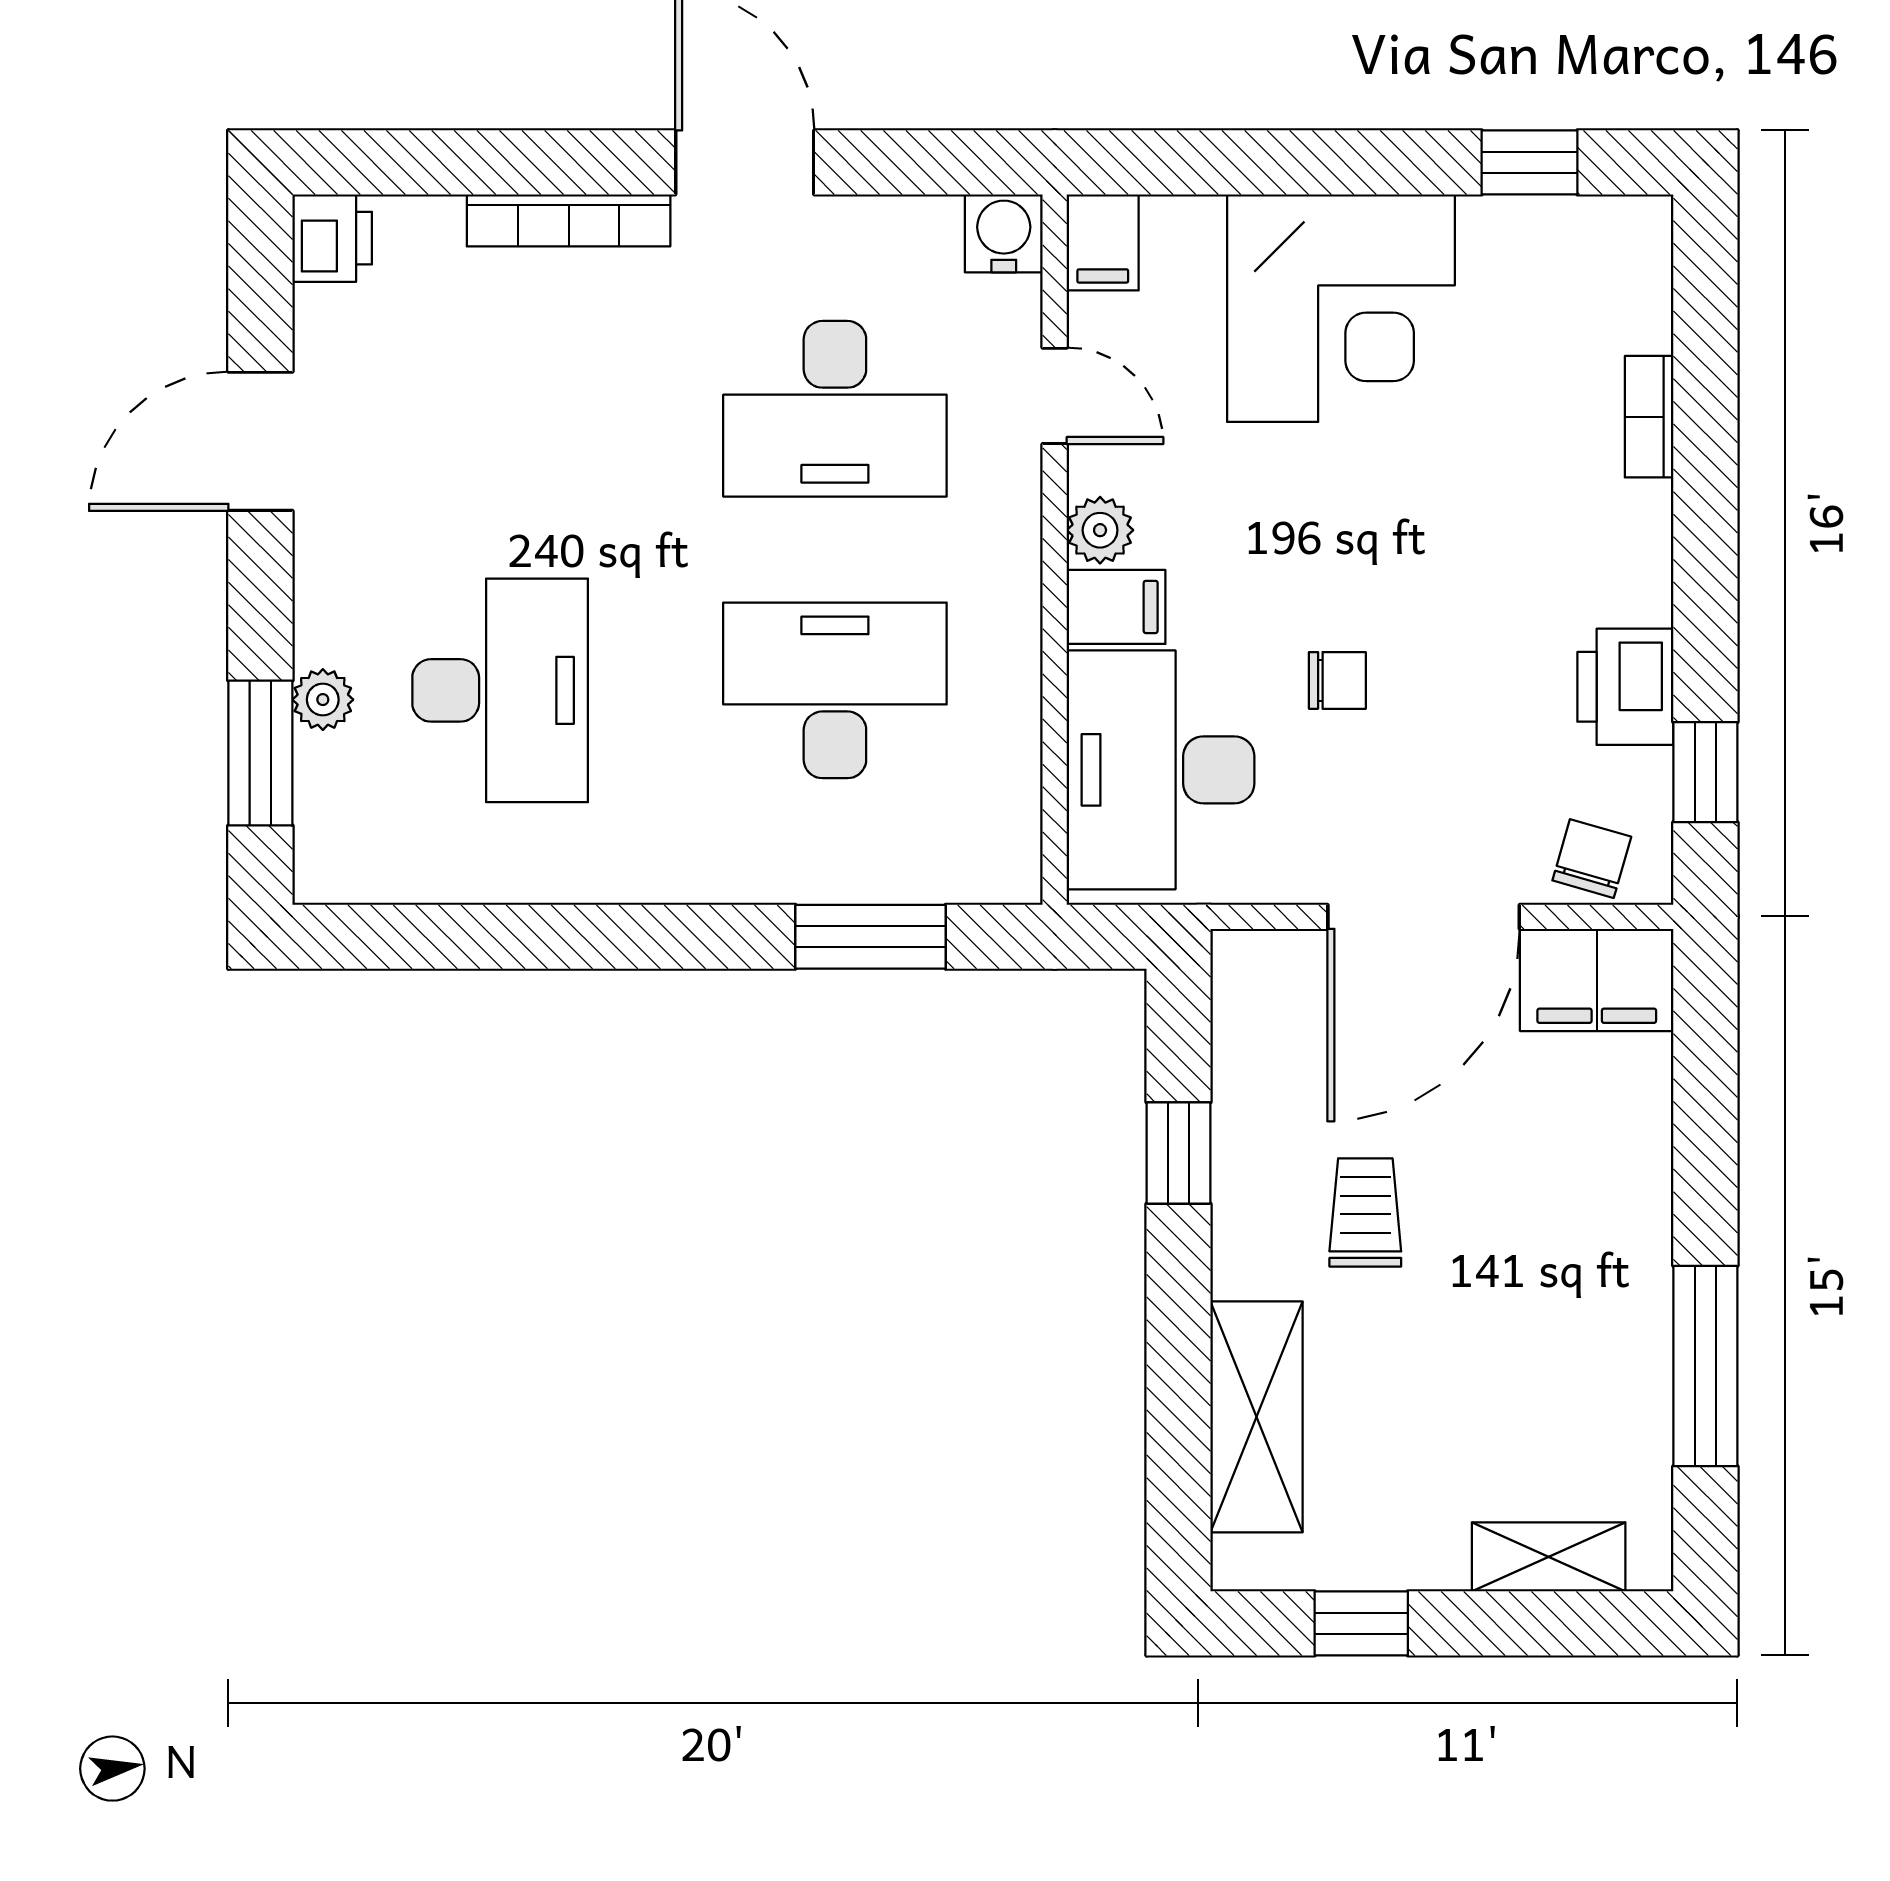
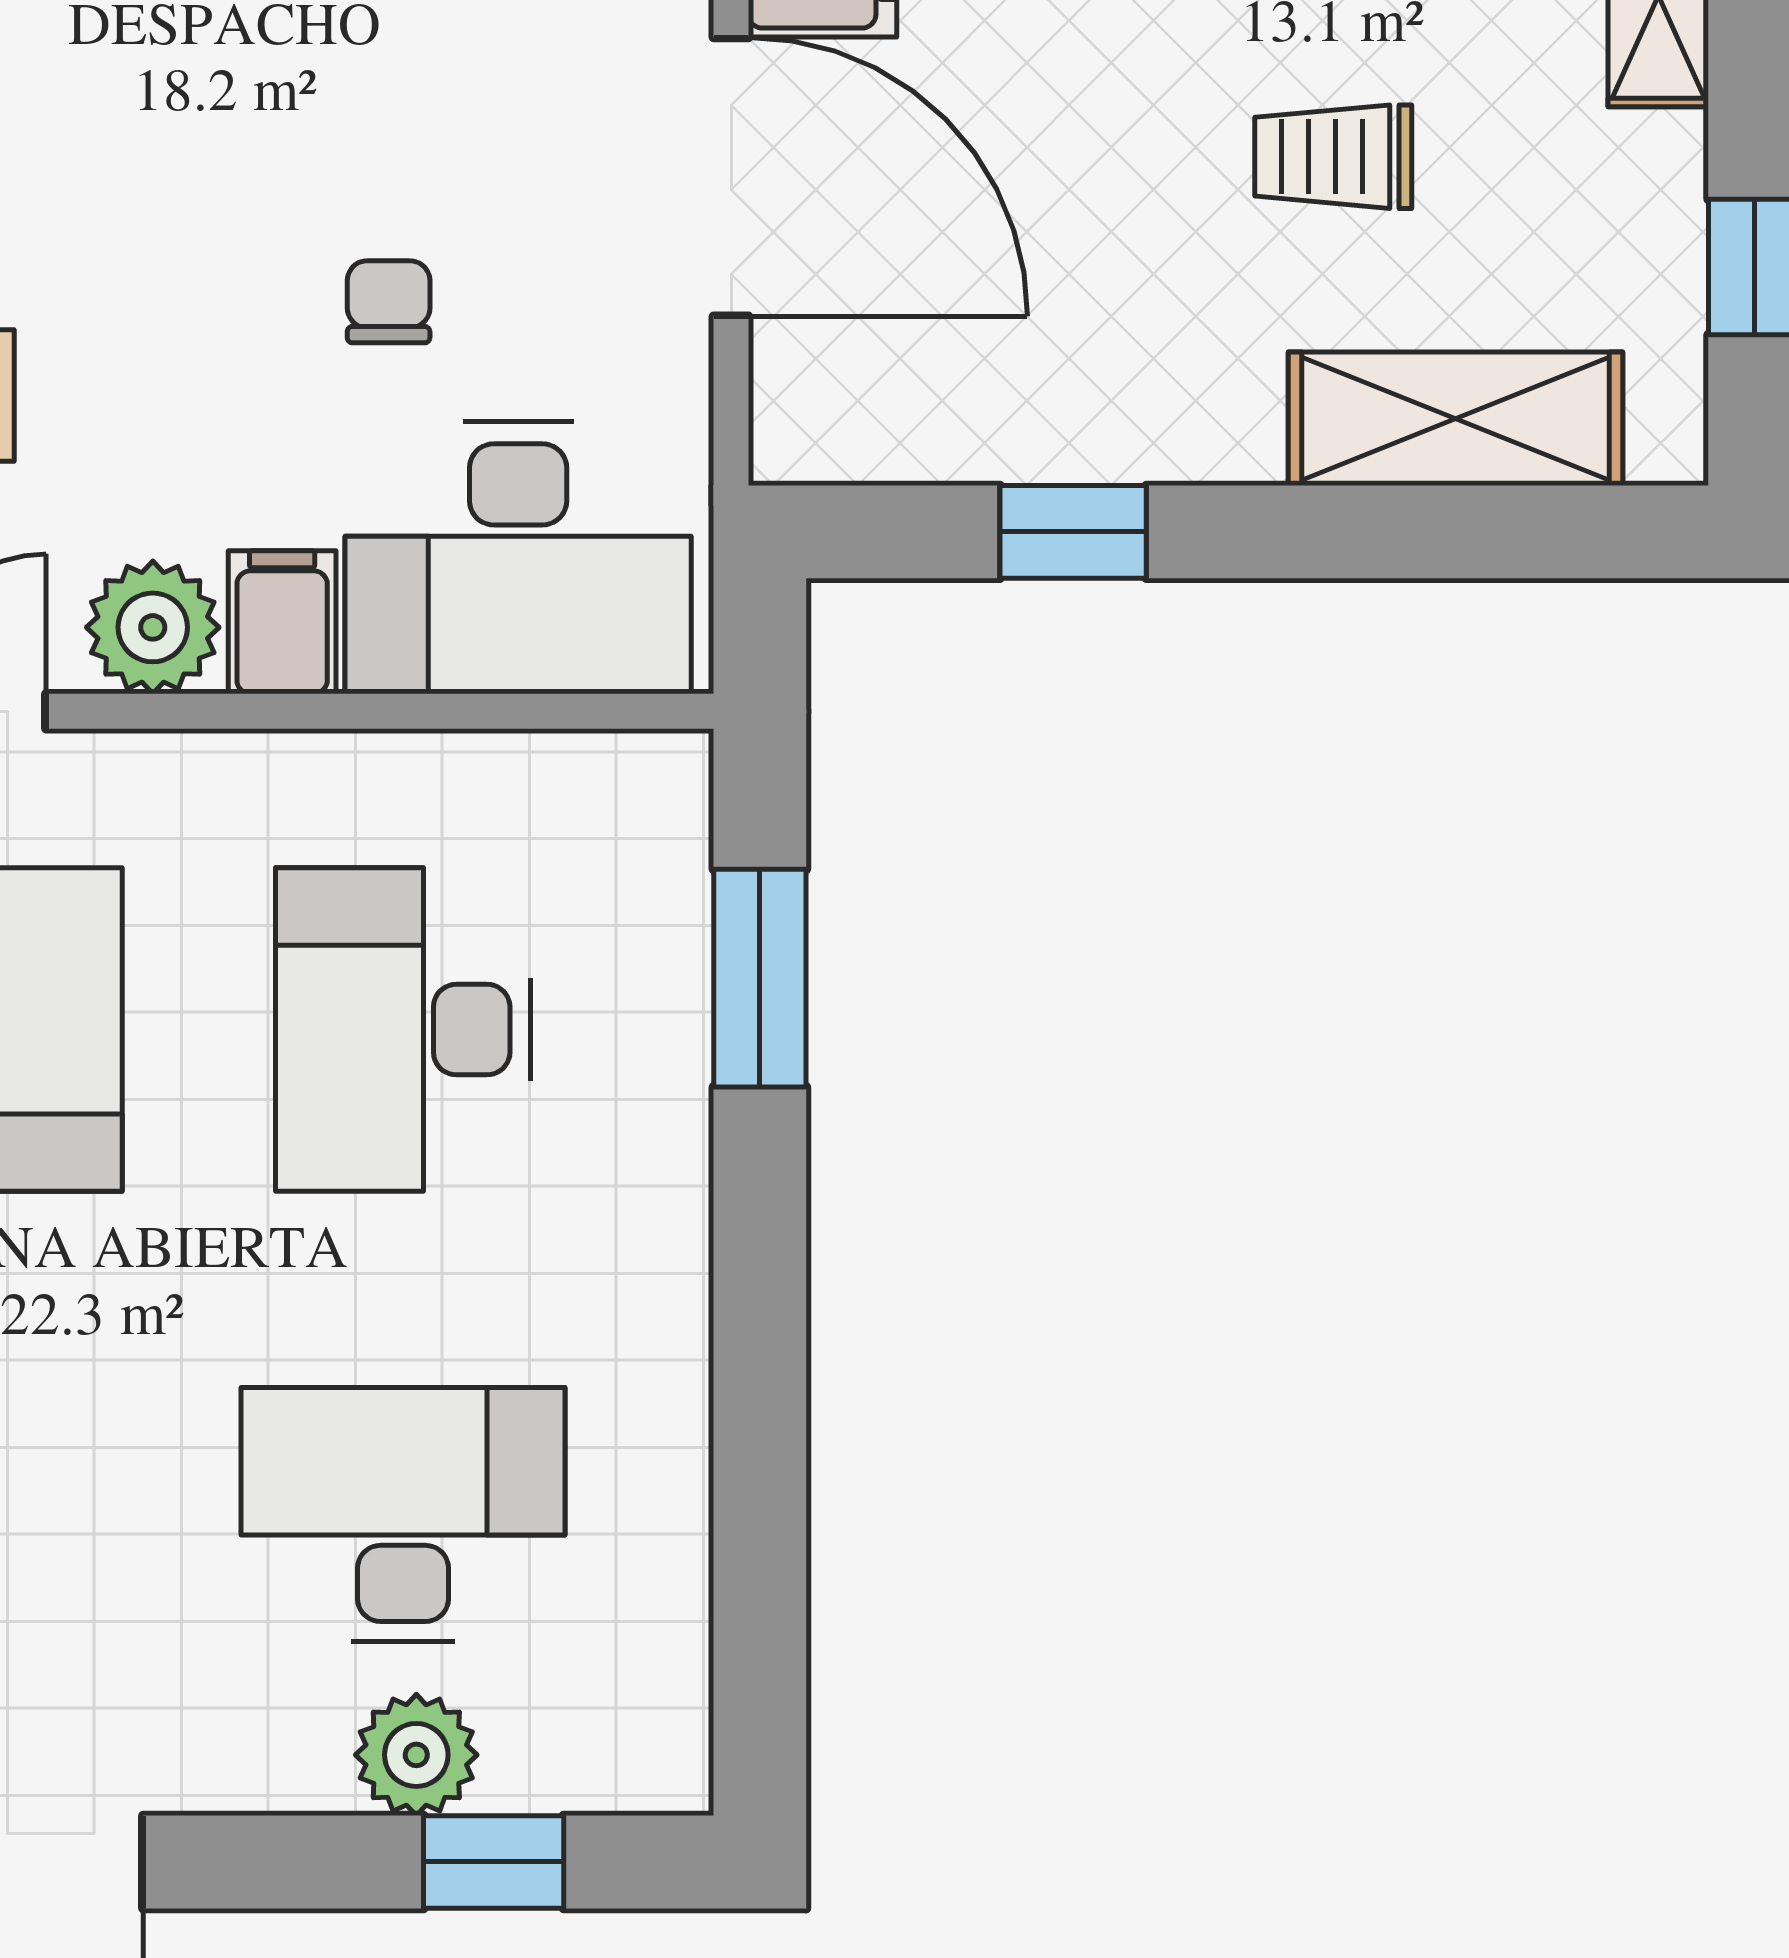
plant: (1100, 530) -> (153, 627), width x1.38, depth x1.38
plant: (323, 700) -> (416, 1755), width x1.38, depth x1.38
window: (260, 753) -> (494, 1862), width x0.67
trolley: (1365, 1212) -> (1333, 157), moved

